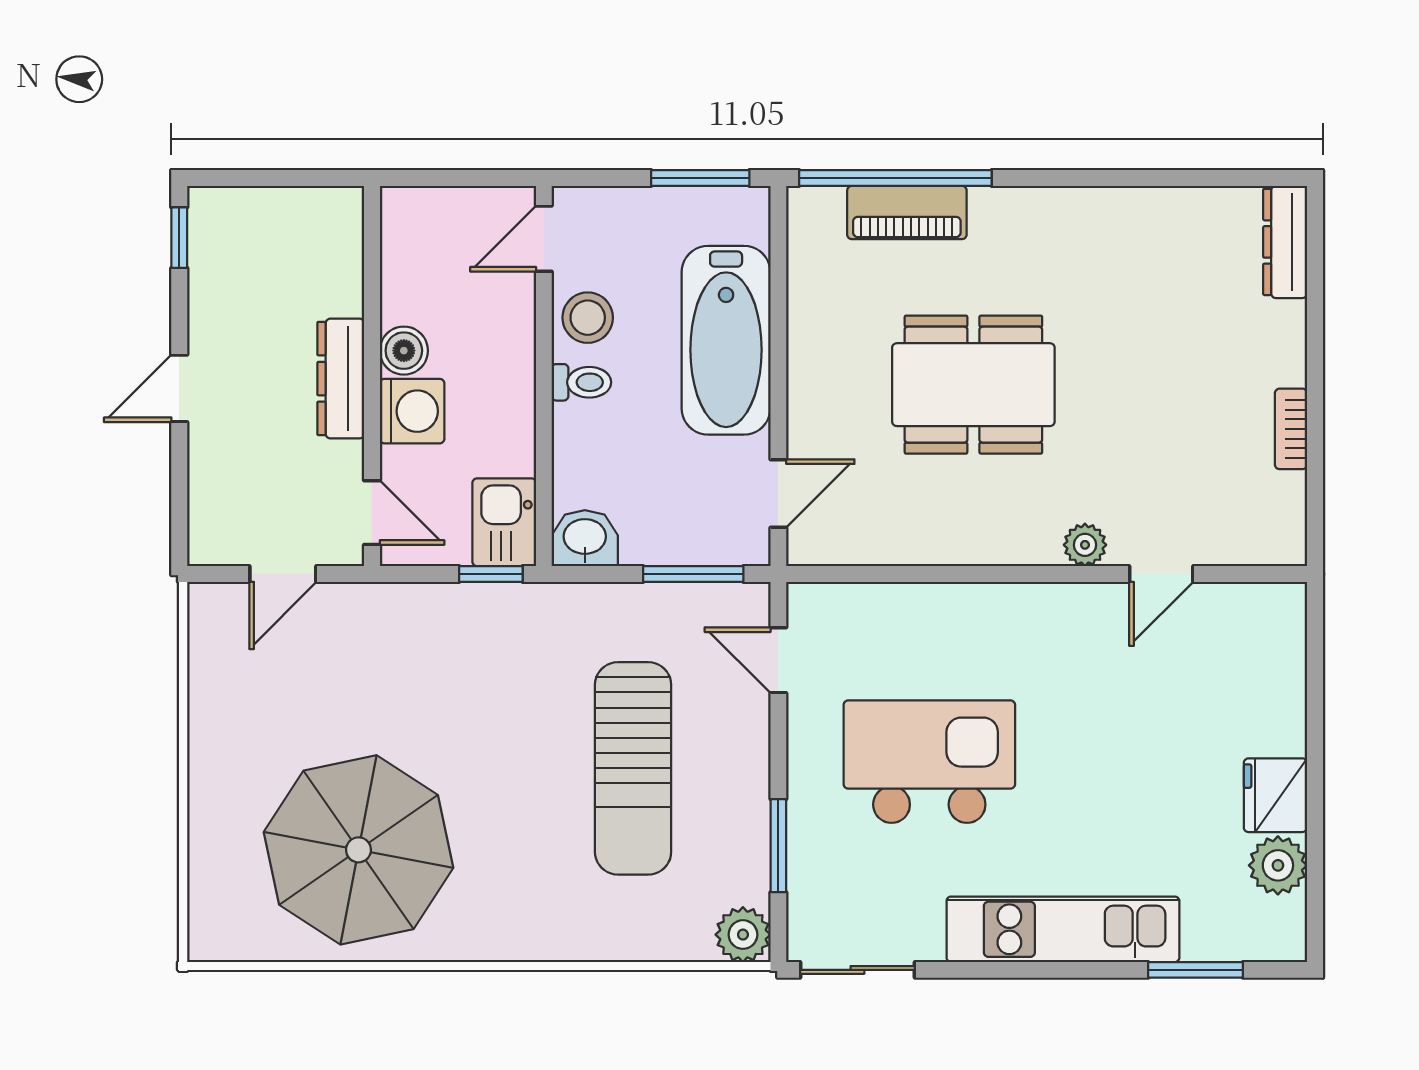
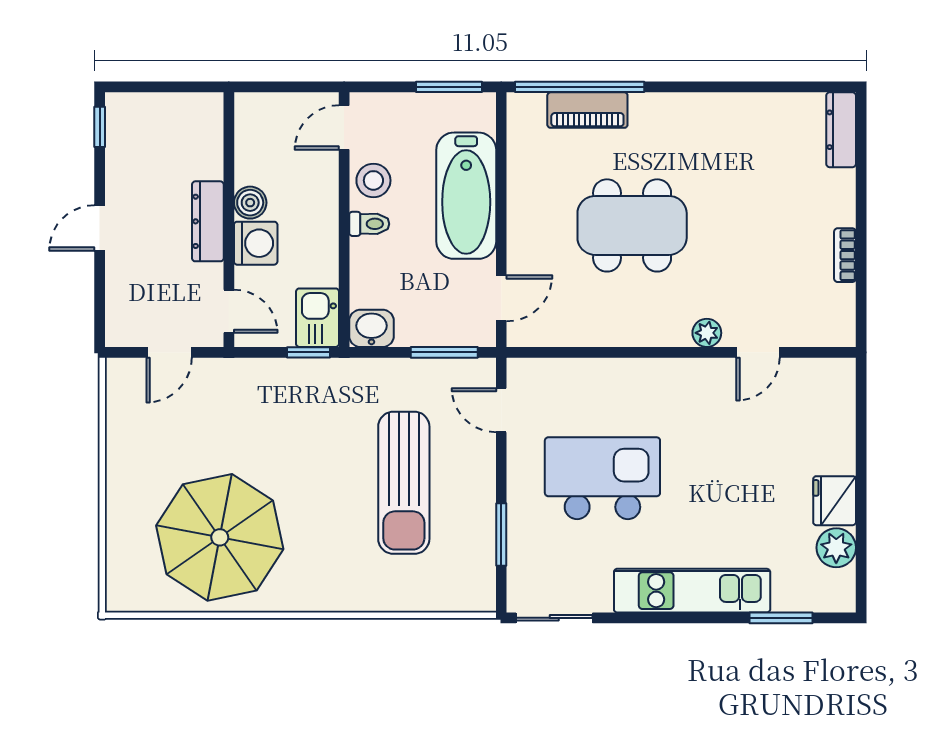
plant: (743, 935) -> (478, 594), removed

